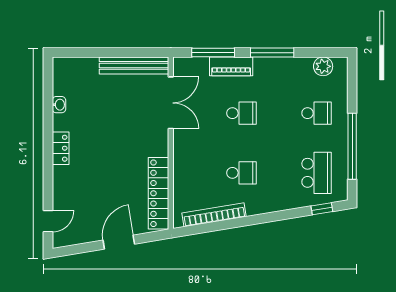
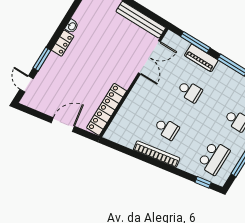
washbasin: (59, 105) -> (72, 26), moved
window: (48, 181) -> (42, 59), added
bookcase: (214, 215) -> (157, 154), moved
door: (48, 221) -> (27, 84), swing flipped

